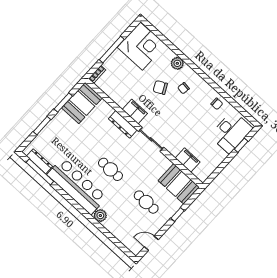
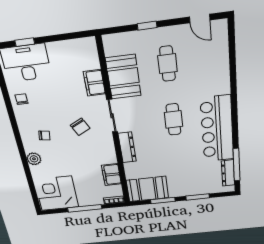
chair: (160, 87) -> (80, 127), moved
filing cabinet: (135, 111) -> (111, 175), moved
filing cabinet: (188, 160) -> (94, 83), moved
booth: (179, 184) -> (123, 77), moved
plant: (100, 216) -> (222, 87), removed

